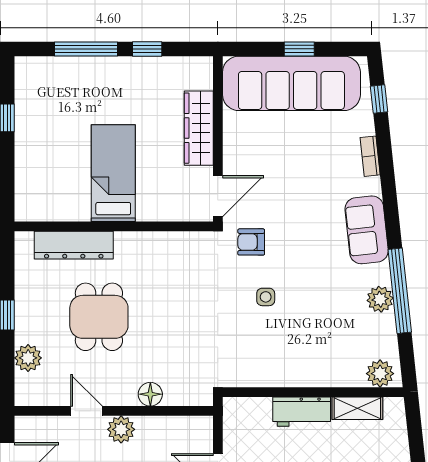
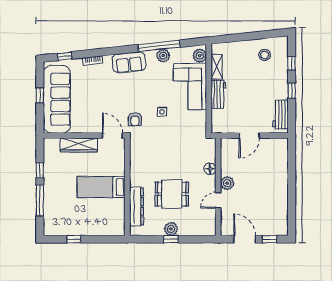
corner sofa: (317, 354) -> (190, 87), added
plant: (28, 358) -> (171, 229), moved

